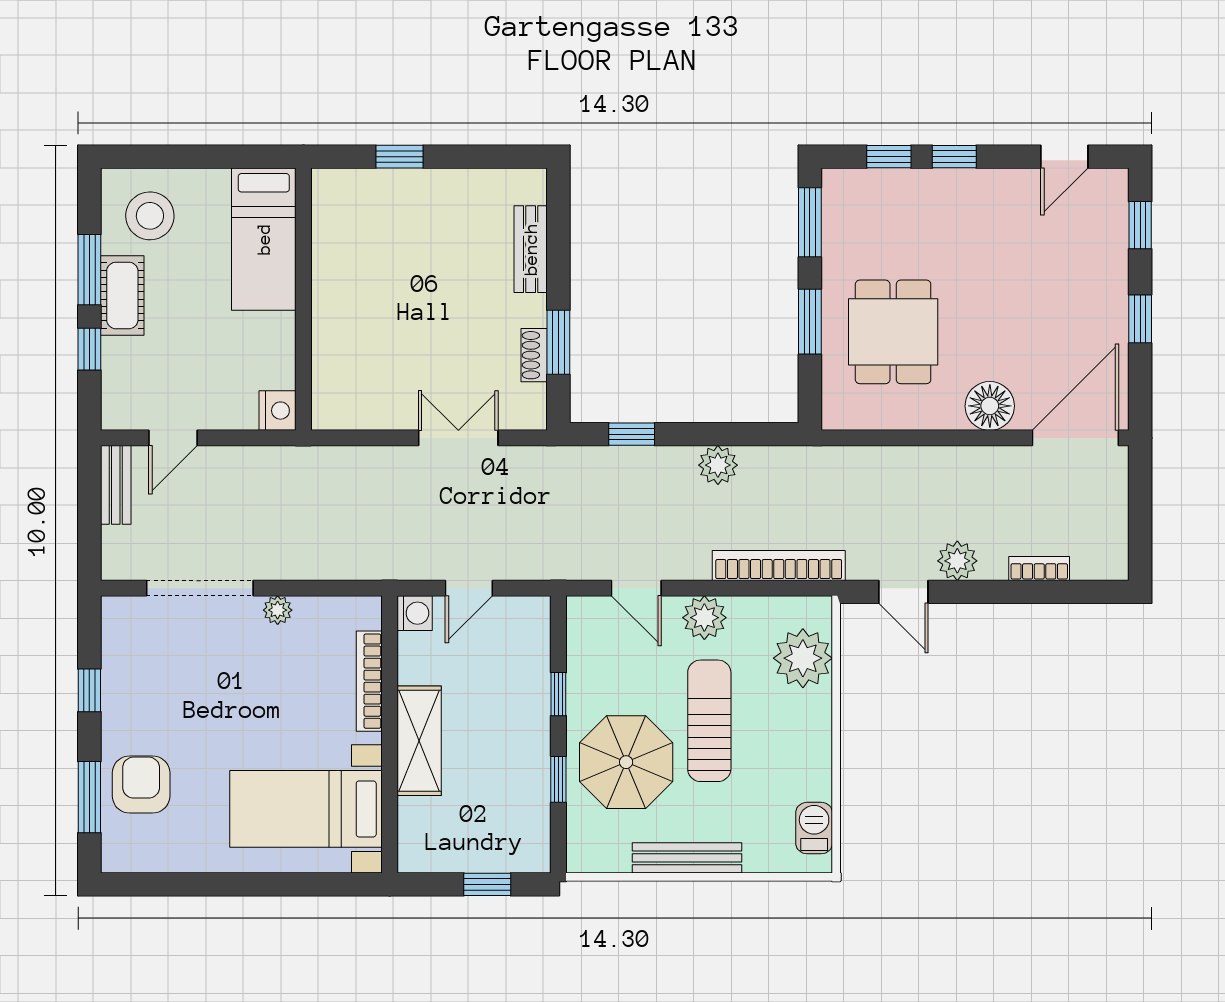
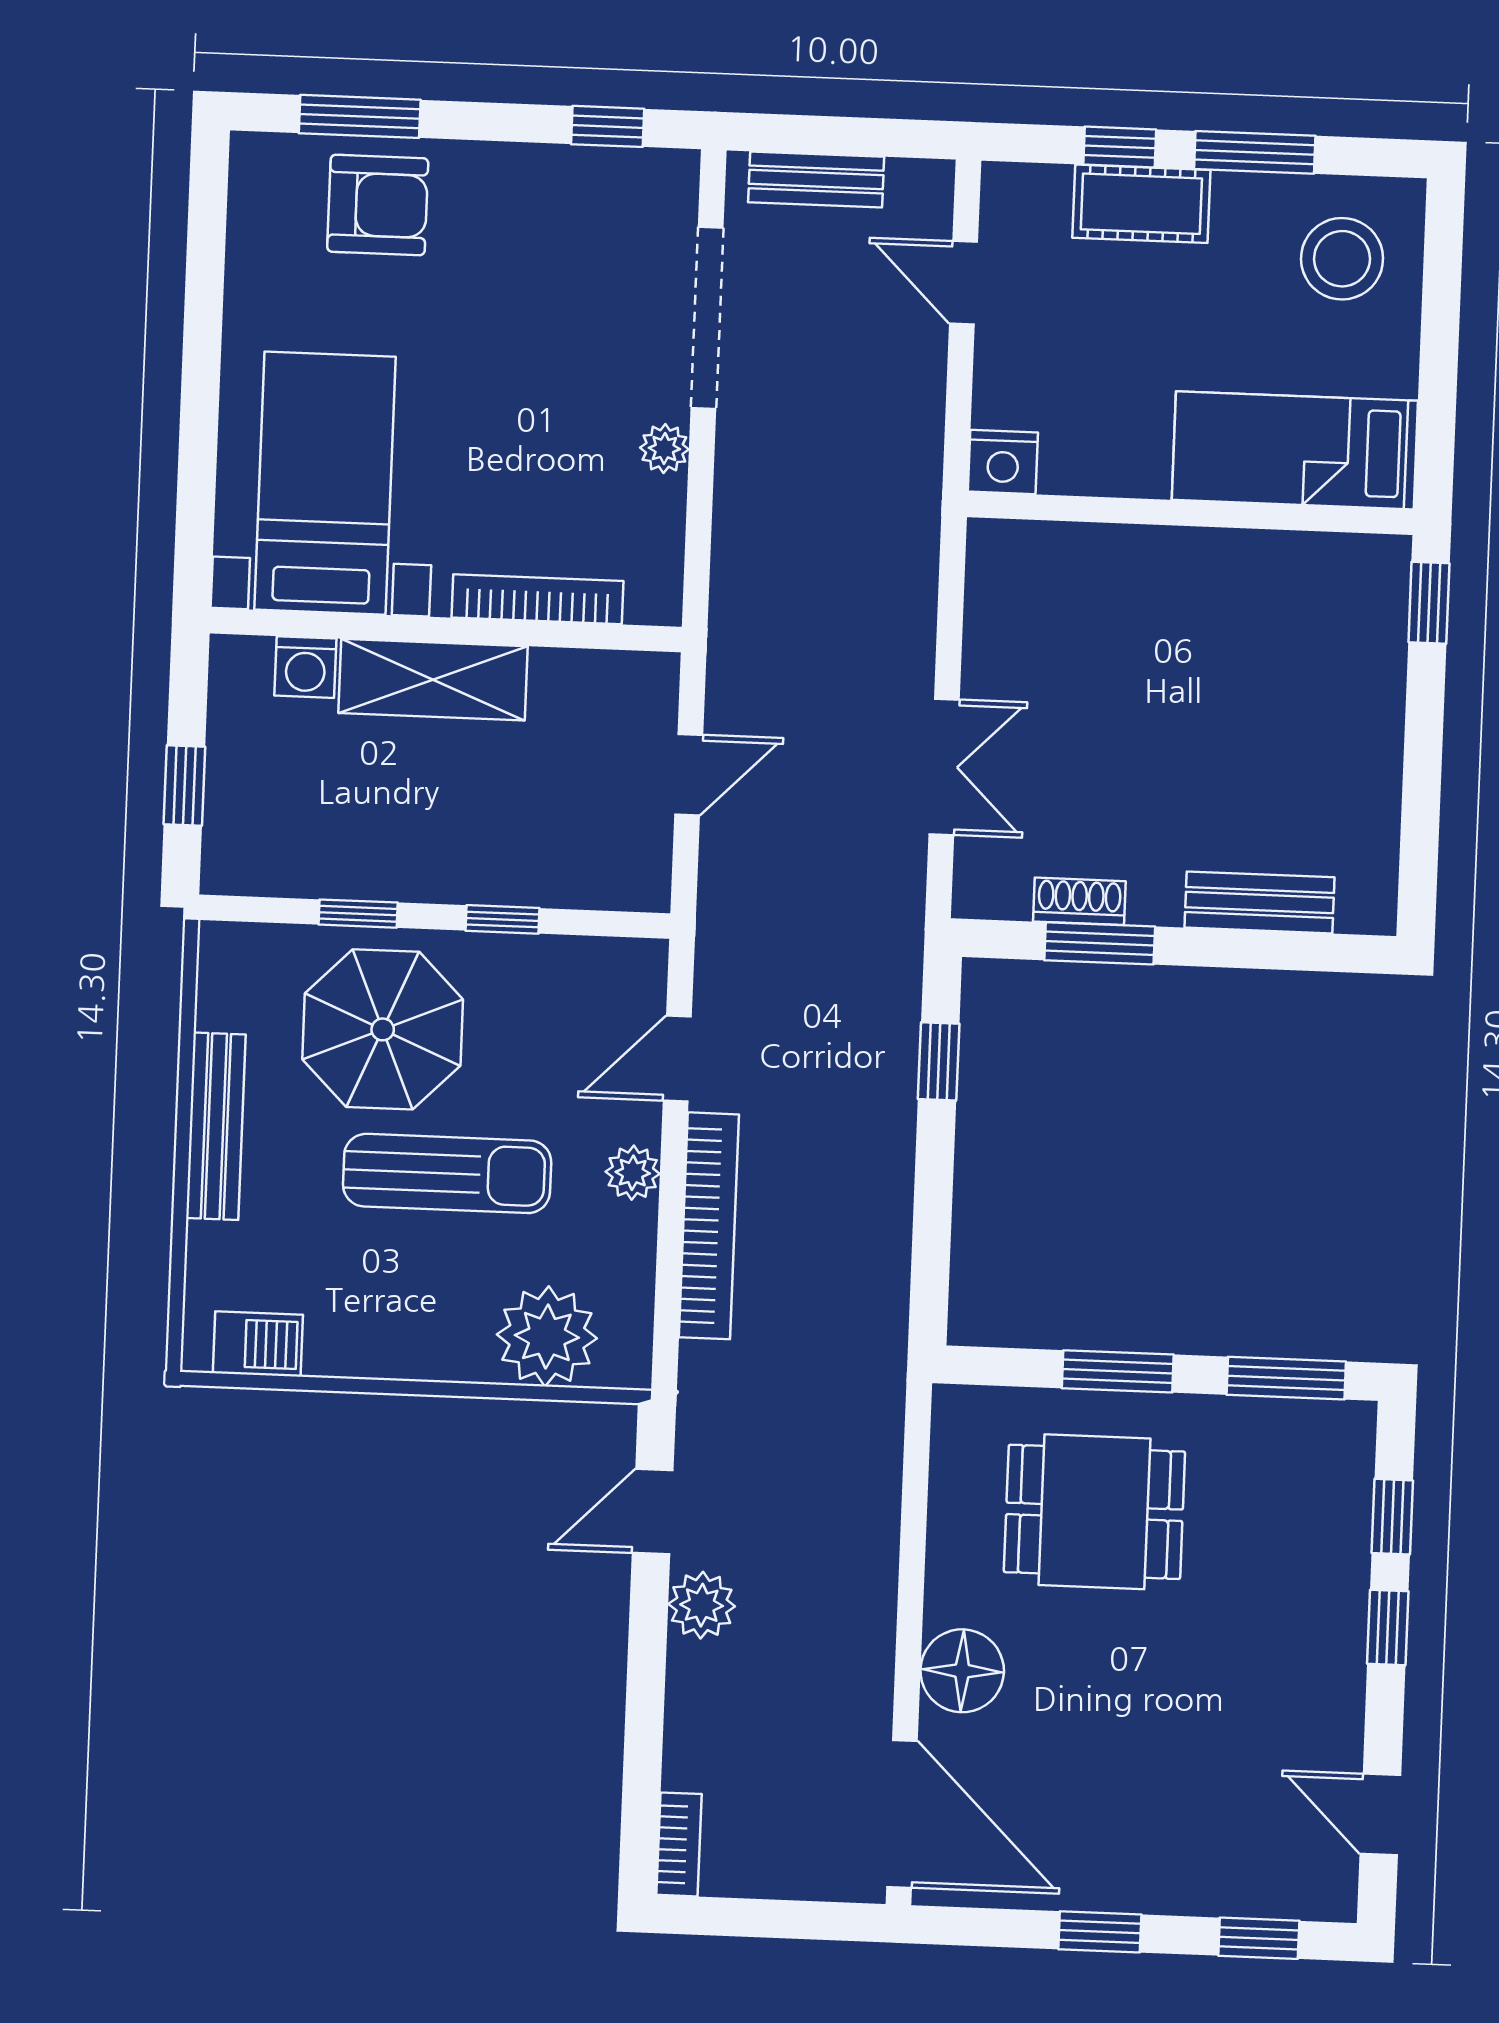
window: (400, 157) -> (1429, 603), moved
cot: (122, 295) -> (1141, 204), moved
plant: (718, 465) -> (880, 1206), removed
bench: (116, 485) -> (816, 180), moved
bookcase: (779, 565) -> (709, 1226), moved
bookcase: (1039, 568) -> (679, 1844), moved
door: (469, 588) -> (689, 775), swing flipped
washing machine: (415, 613) -> (305, 667), moved
plant: (704, 618) -> (633, 1173), width x0.73, depth x0.73
window: (89, 690) -> (608, 126), moved

